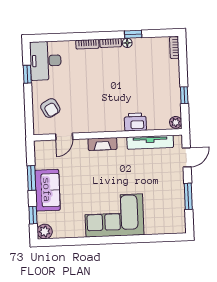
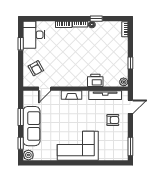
armchair: (162, 177) -> (113, 120), added
sofa: (47, 190) -> (32, 126), width x1.36
window: (188, 196) -> (130, 146), moved

